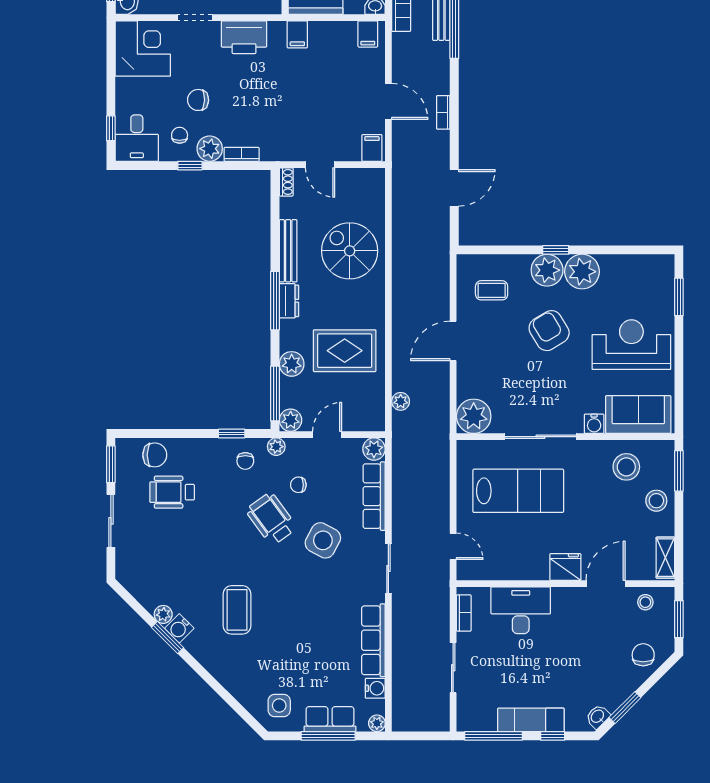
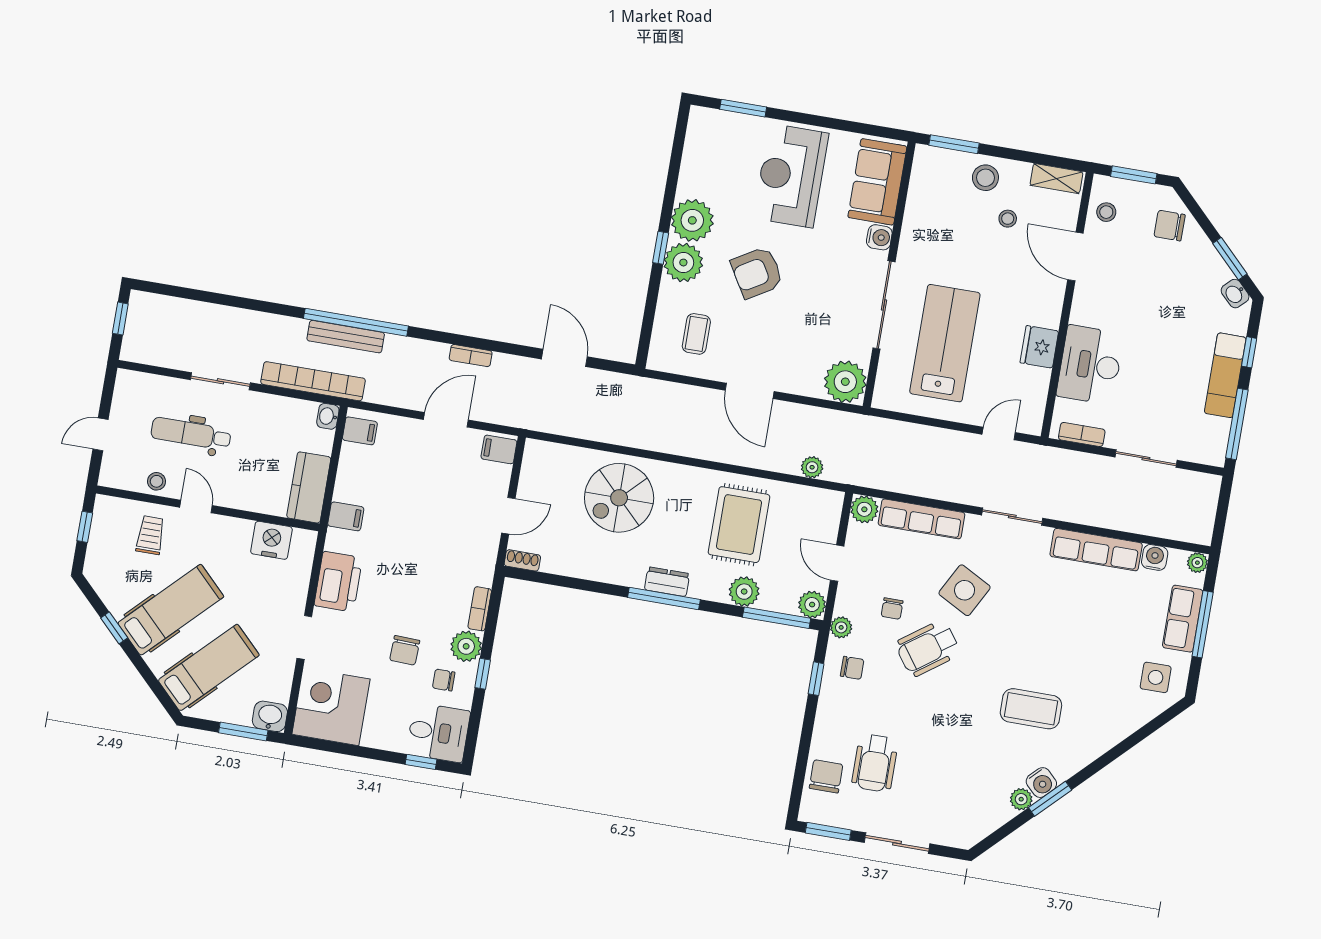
bench: (288, 251) -> (606, 572), removed
stool: (626, 467) -> (1008, 219), moved, width x0.53, depth x0.53
fridge: (565, 567) -> (1039, 347), moved

